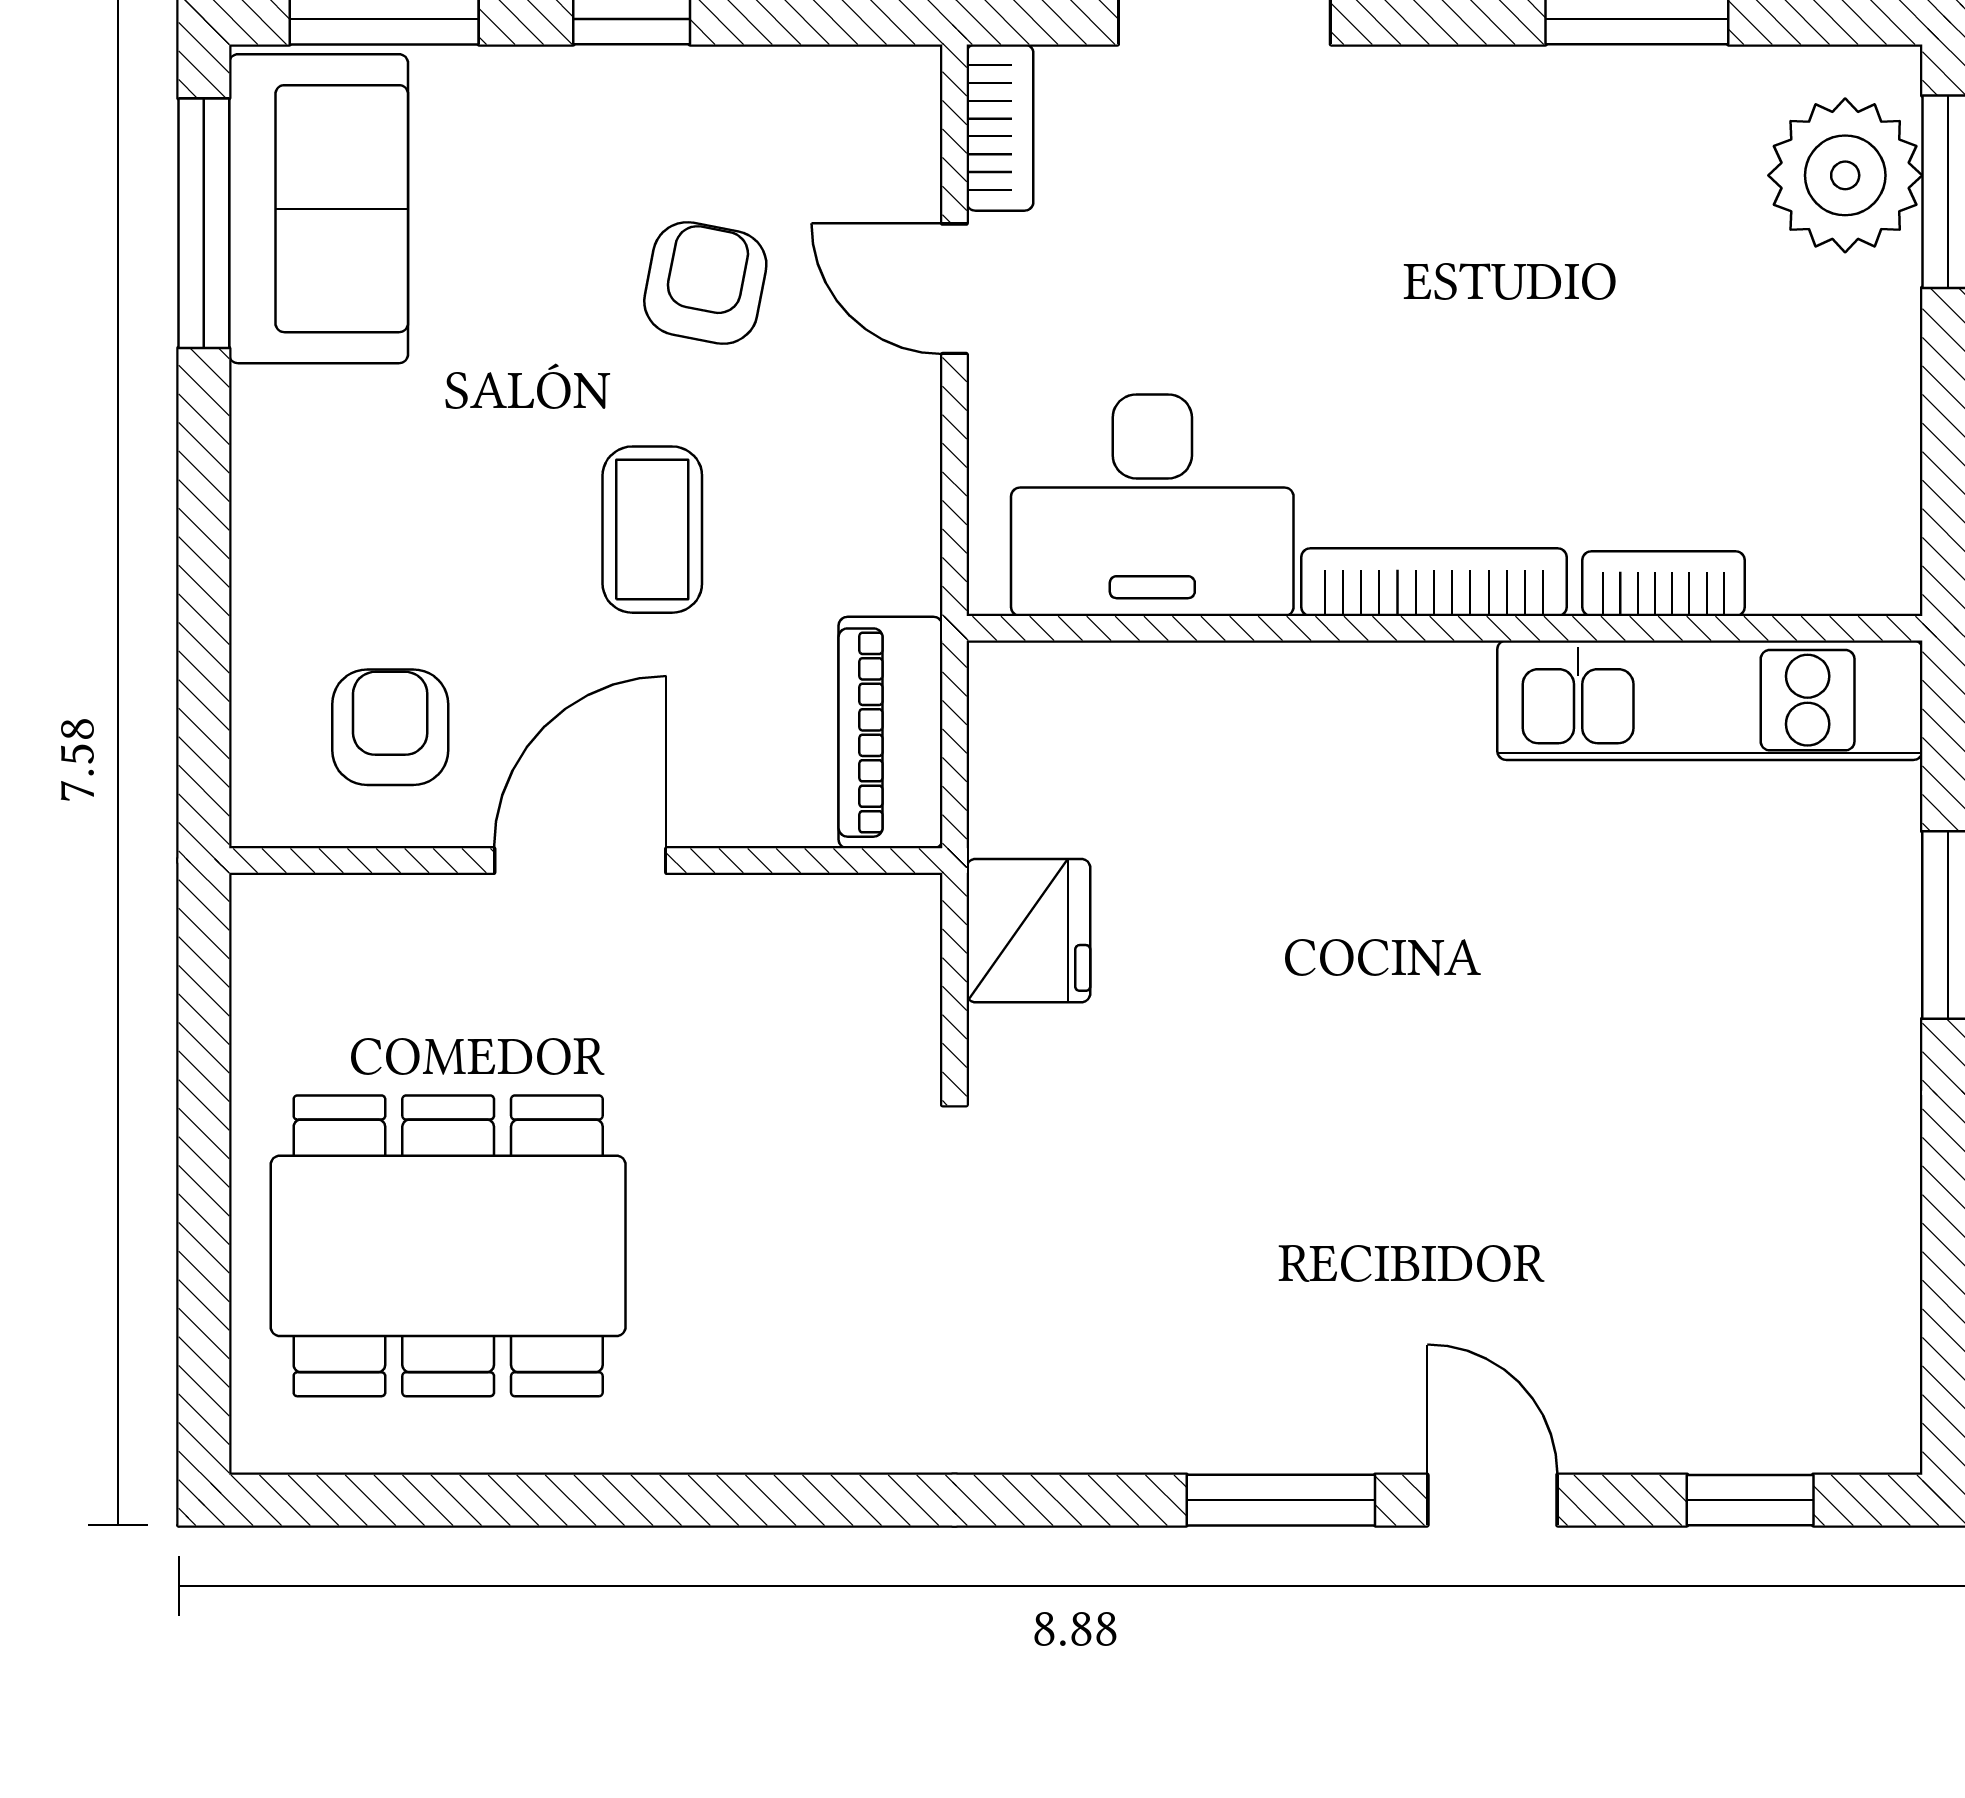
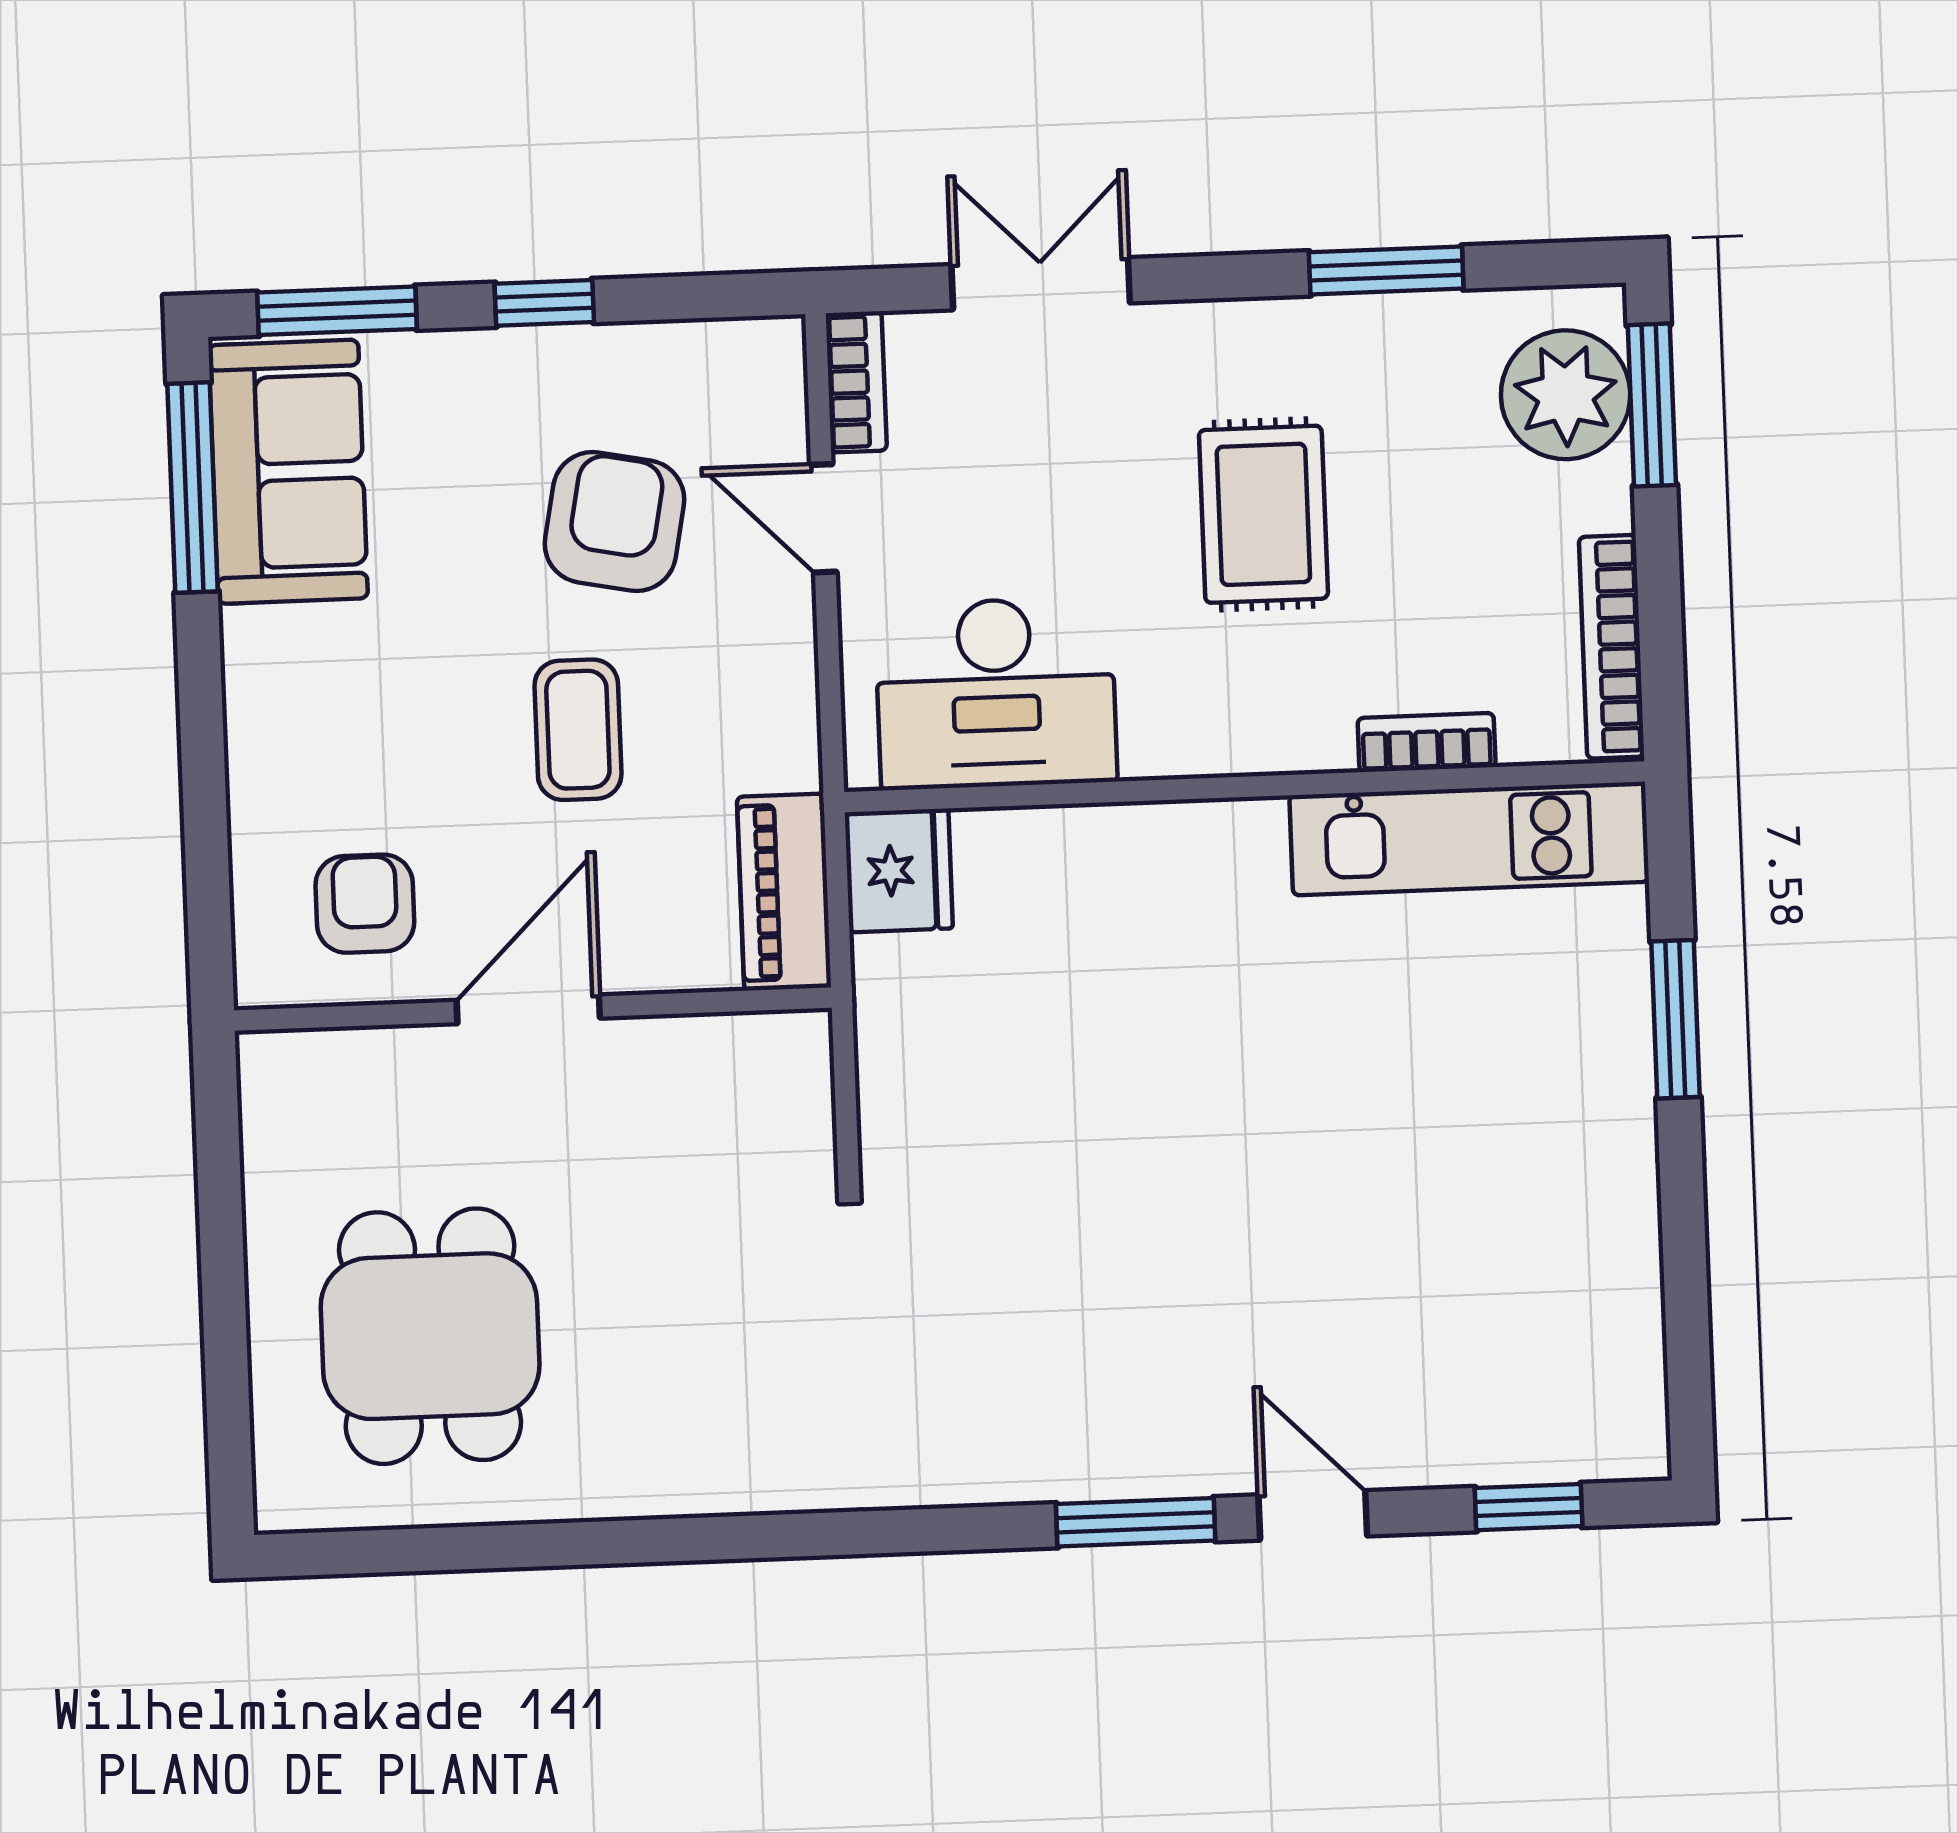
armchair: (705, 283) -> (614, 522), width x1.38, depth x1.38
rug: (1479, 304) -> (1263, 514), added
bookcase: (1434, 582) -> (1611, 647), moved, turned -90
fridge: (1028, 931) -> (899, 870), moved
dining table: (448, 1246) -> (430, 1336), width x0.73

